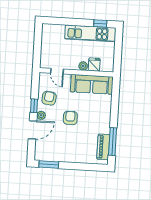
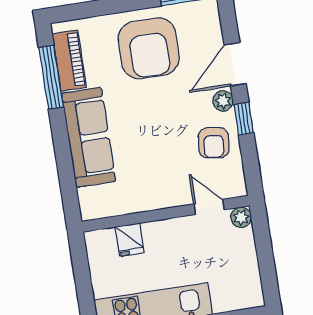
plant: (83, 66) -> (241, 217), moved
sofa: (92, 84) -> (89, 137), moved, turned 90
armchair: (70, 118) -> (149, 48), moved, width x1.88, depth x1.88

